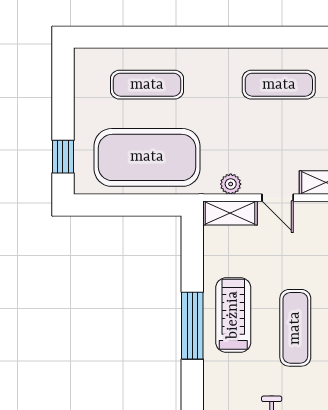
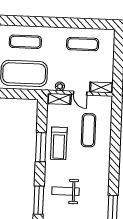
treadmill: (233, 315) -> (59, 143), turned 180
exercise mat: (295, 328) -> (89, 130), moved

